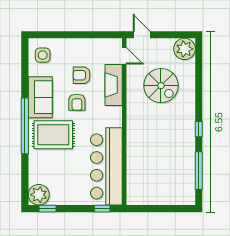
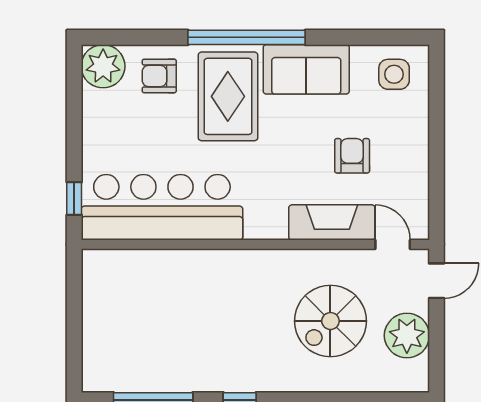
plant: (185, 49) -> (407, 335), moved
door: (124, 56) -> (393, 244), swing flipped
armchair: (77, 102) -> (159, 76), moved
window: (47, 209) -> (74, 84), removed

